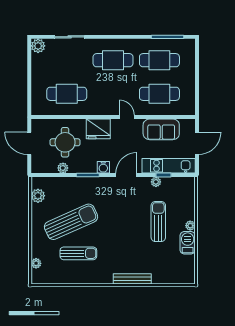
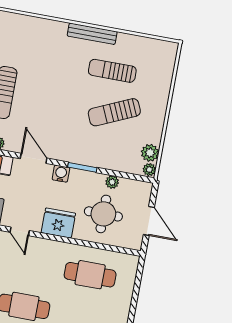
door: (126, 175) -> (34, 158), swing flipped
sun lounger: (71, 222) -> (114, 112), width x0.73, depth x0.75
plant: (36, 263) -> (149, 170), moved
bench: (132, 279) -> (92, 34), moved

